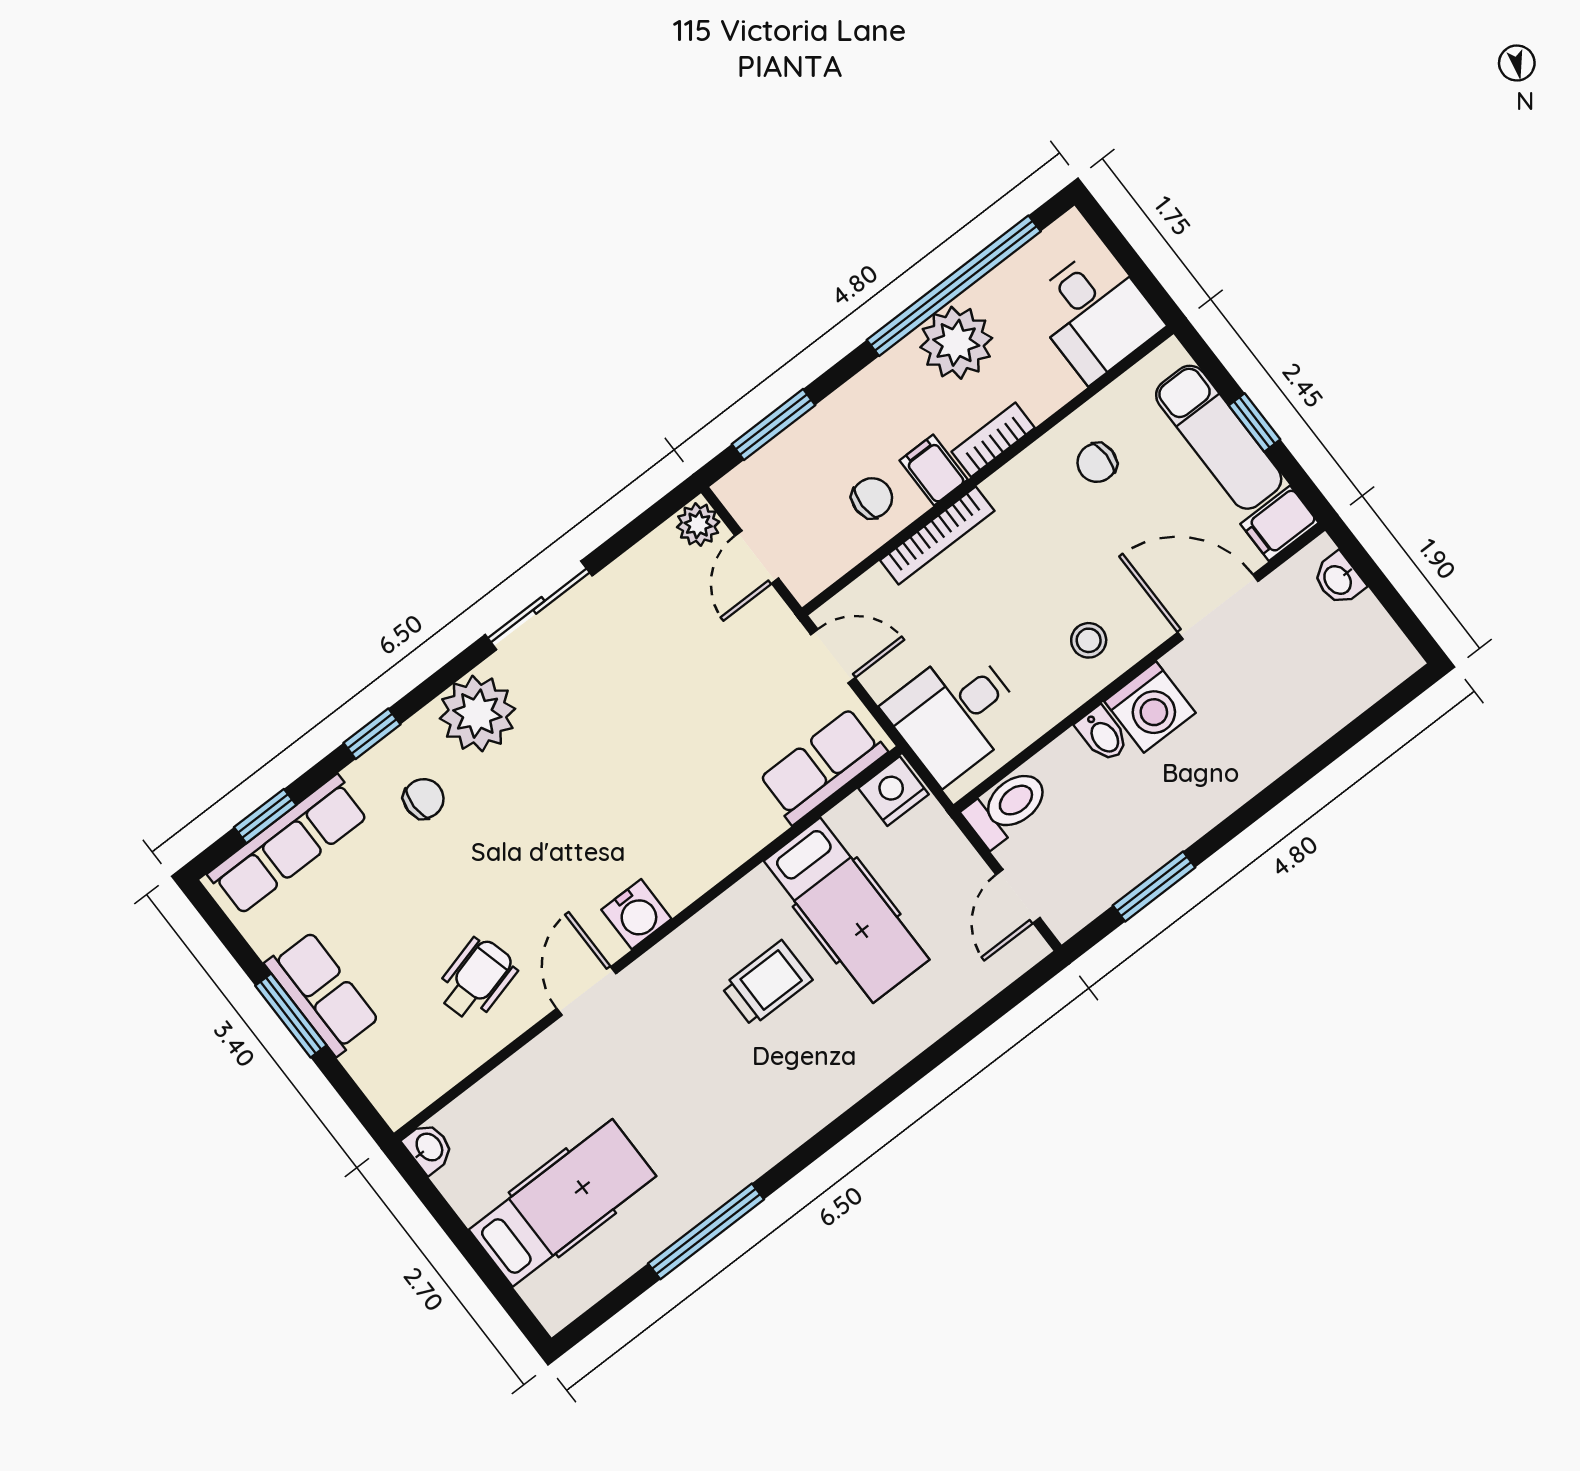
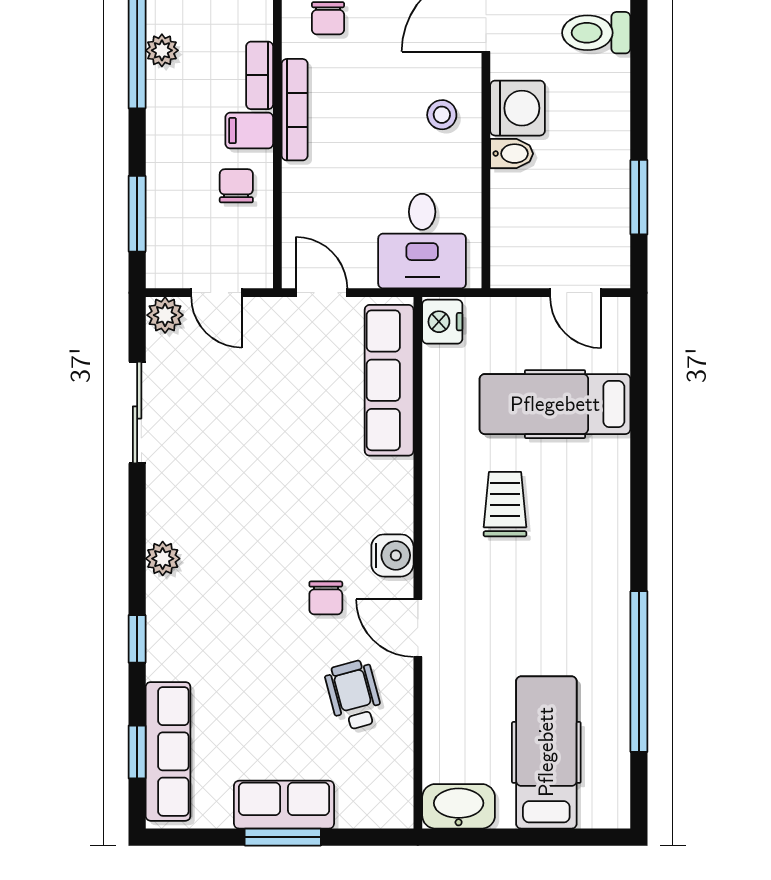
plant: (956, 343) -> (162, 50), width x0.53, depth x0.53
bookcase: (937, 536) -> (295, 110), moved
sliding door: (539, 605) -> (137, 412), moved
door: (833, 656) -> (321, 293), hinge flipped
plant: (477, 714) -> (163, 559), width x0.53, depth x0.53
row of seats: (823, 766) -> (389, 380), width x1.48
chair: (424, 799) -> (326, 598), moved, turned 180
toilet: (1007, 807) -> (596, 33), moved, turned -90
hospital bed: (847, 910) -> (555, 404), moved, turned 180
washbasin: (429, 1148) -> (459, 806), width x1.91, depth x1.45
window: (706, 1231) -> (639, 672), width x1.46

